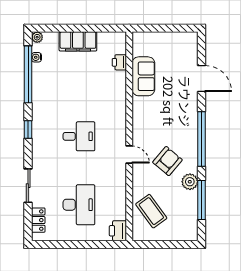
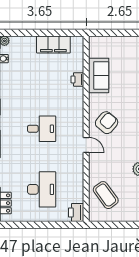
filing cabinet: (78, 41) -> (53, 45), moved
printer: (119, 62) -> (77, 79), moved
armchair: (167, 161) -> (107, 123), moved

